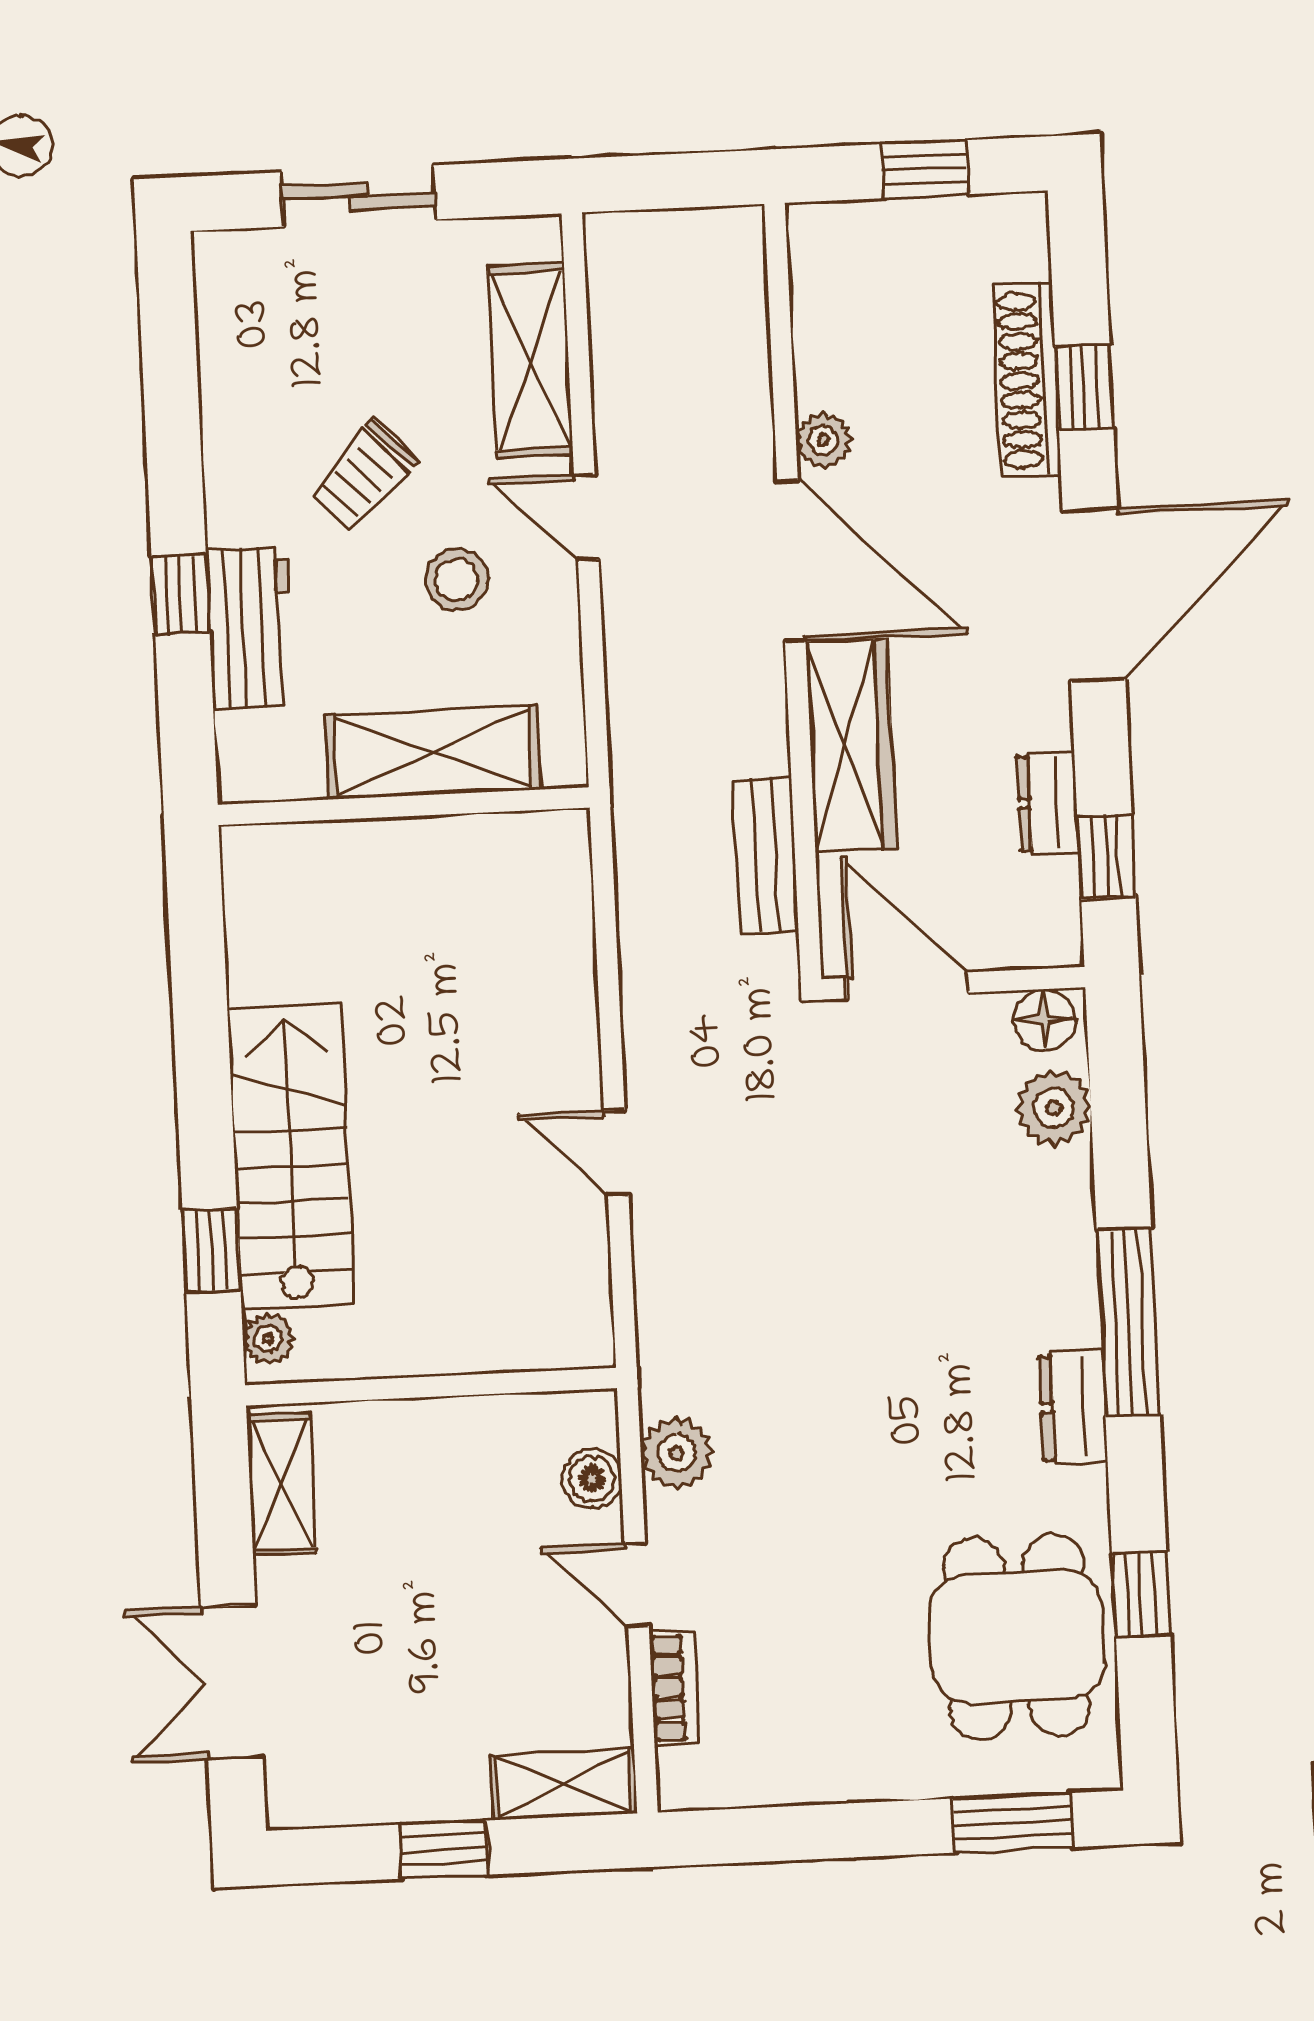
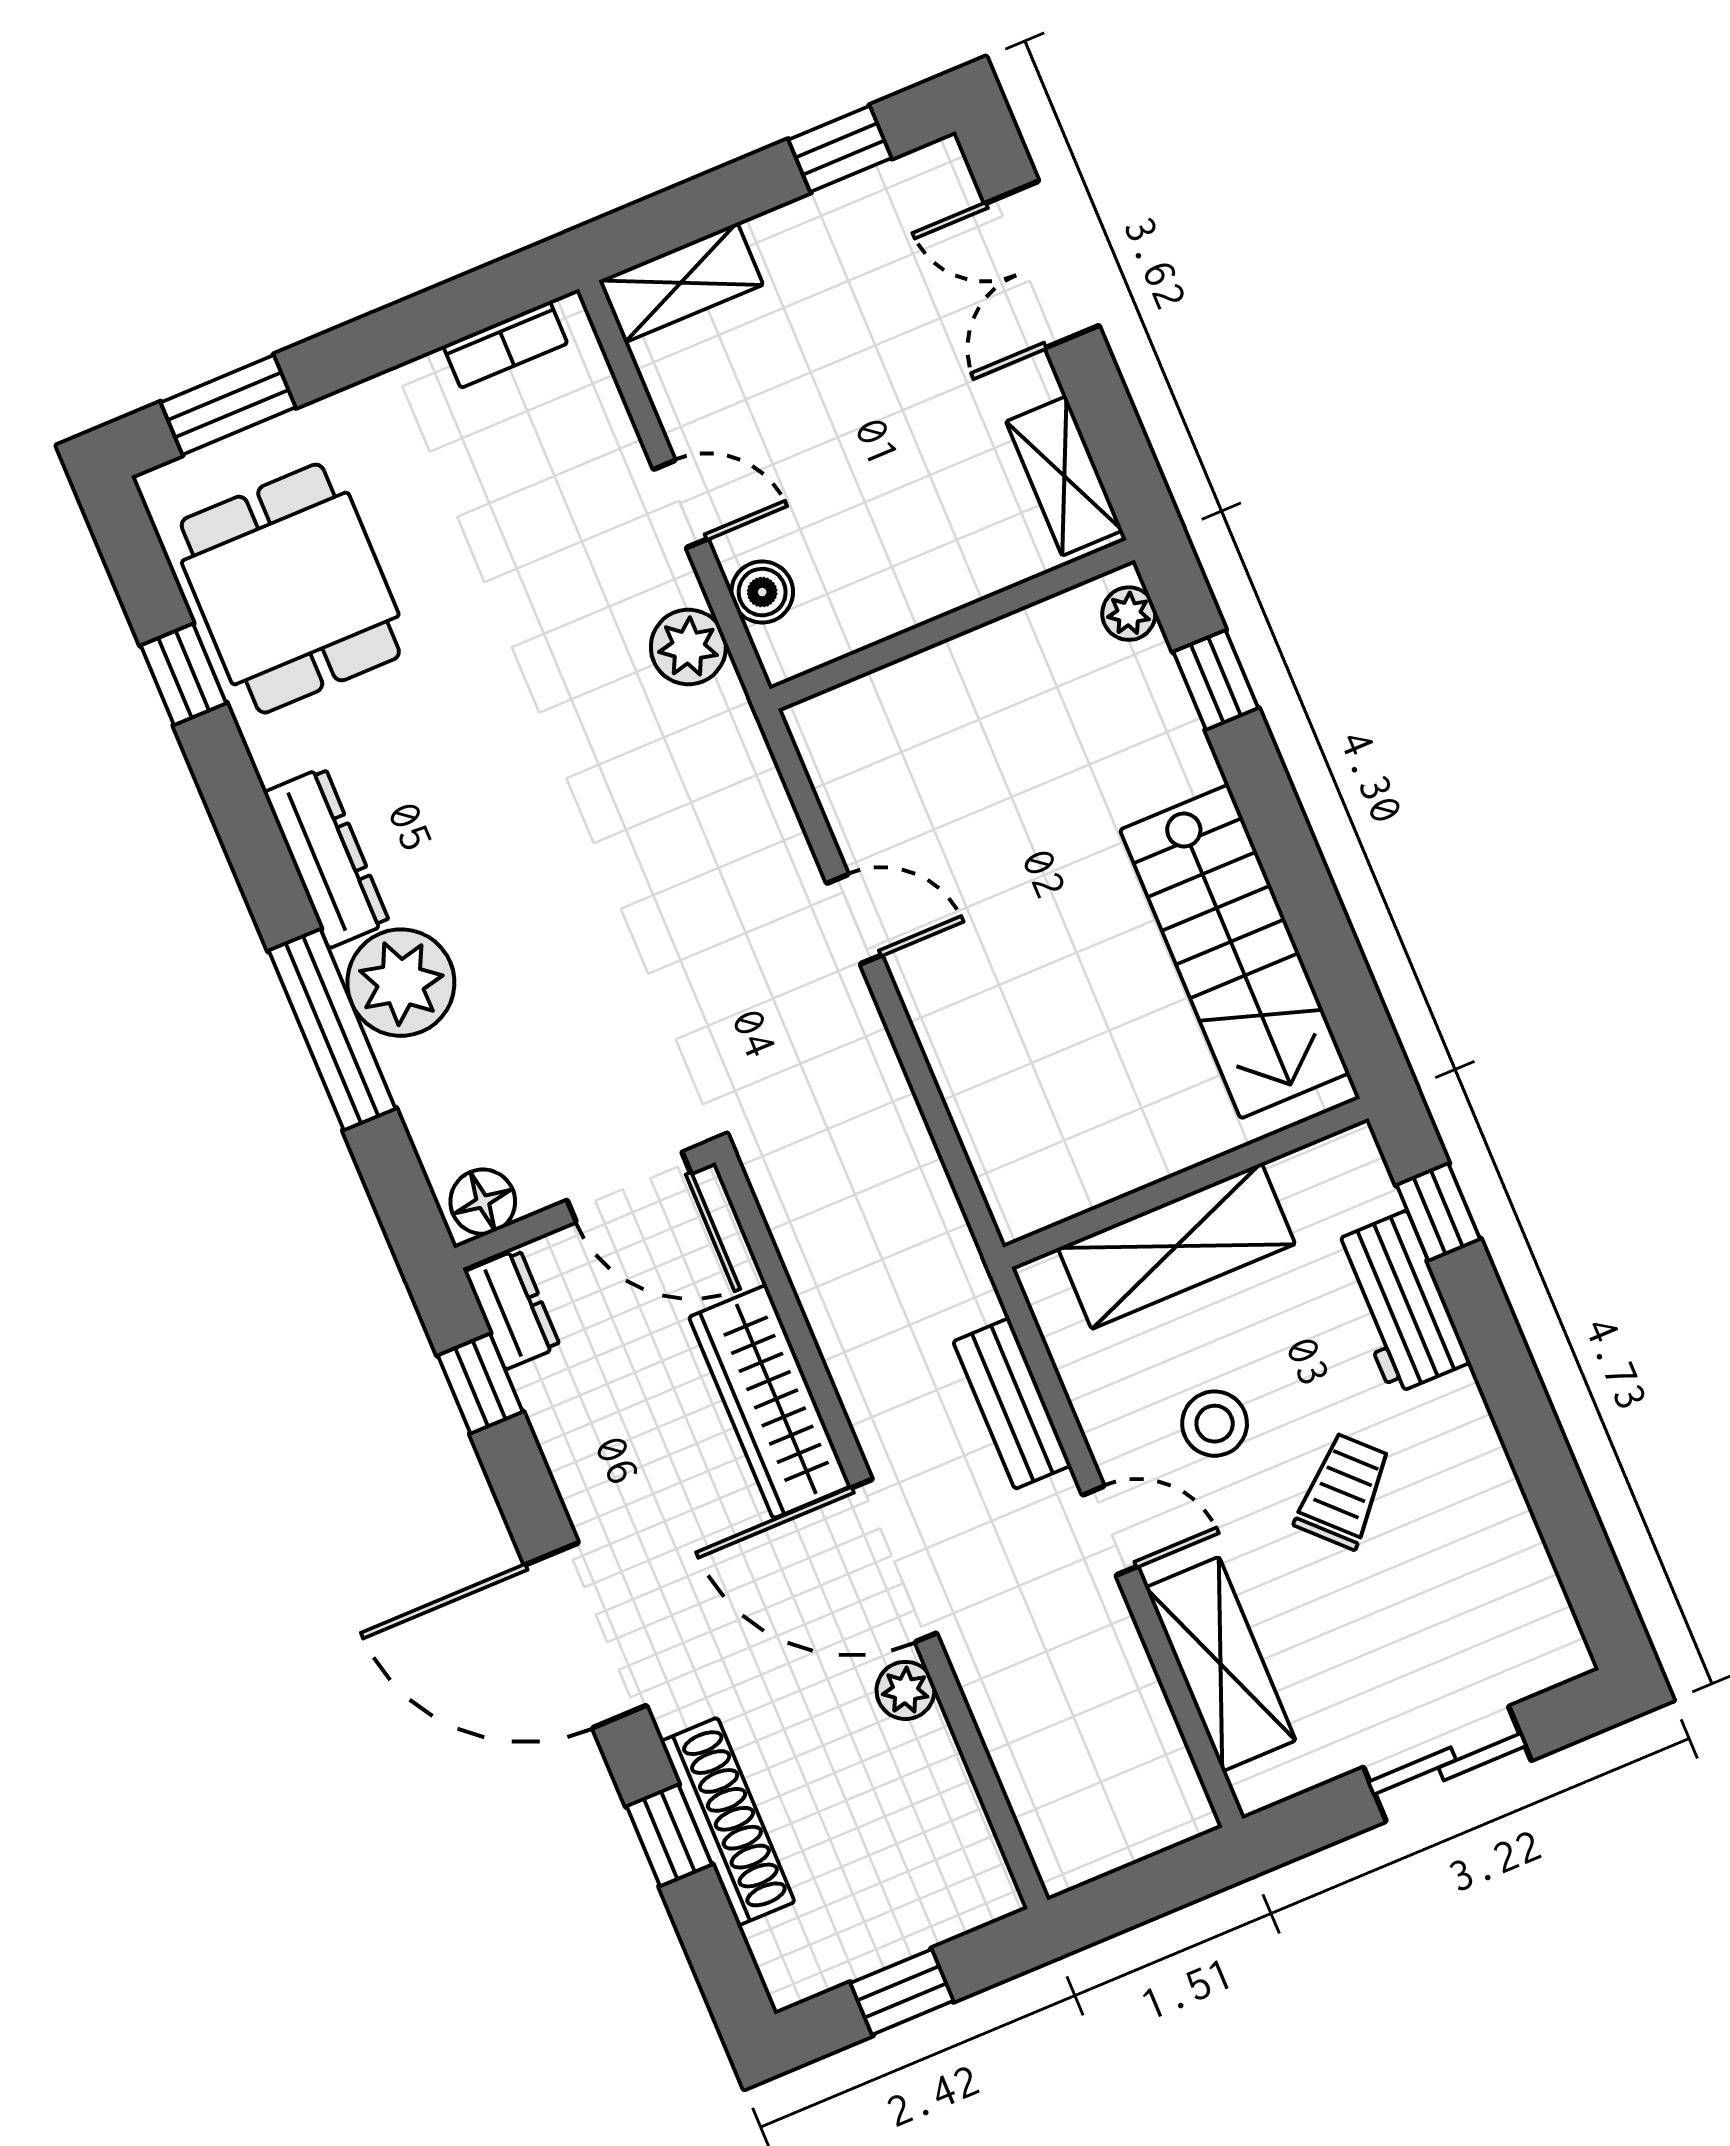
window: (181, 594) -> (1438, 1212), moved
door: (1094, 595) -> (586, 1635), hinge flipped
dresser: (1048, 803) -> (512, 1309), moved
bench: (766, 856) -> (1012, 1404), moved
plant: (1053, 1108) -> (401, 983), moved, width x1.36, depth x1.36
stairs: (291, 1156) -> (1235, 951), moved
window: (1128, 1322) -> (332, 1030), moved
dresser: (1073, 1407) -> (327, 858), width x1.44
double door: (232, 1682) -> (1042, 265), swing flipped
bookcase: (674, 1688) -> (505, 345), moved, turned -90
window: (443, 1850) -> (840, 149), moved

